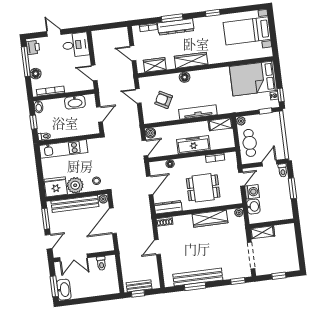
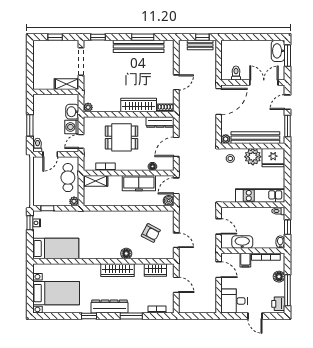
dresser: (176, 27) -> (110, 306), moved
bed: (253, 78) -> (56, 249), width x0.67
filing cabinet: (70, 85) -> (245, 260), added
tv unit: (198, 112) -> (117, 216), removed
door: (99, 114) -> (219, 226), swing flipped
shelving: (220, 124) -> (95, 181), moved
freezer: (193, 145) -> (139, 183), moved
wardrobe: (210, 219) -> (139, 105), moved
door: (113, 221) -> (219, 101), moved

